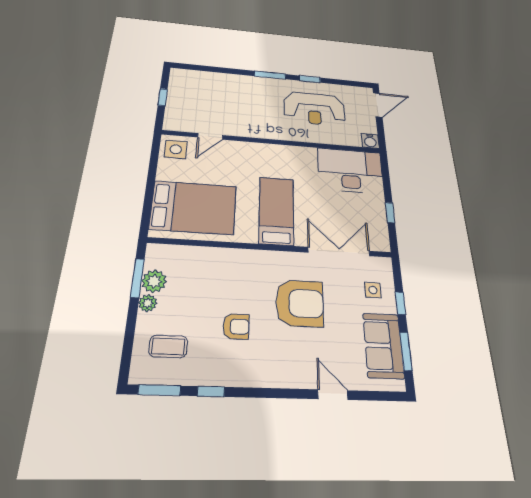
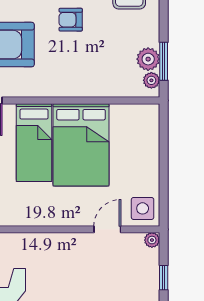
plant: (170, 125) -> (152, 240), added
bed: (194, 207) -> (81, 145), moved, turned -90
plant: (148, 303) -> (151, 80), moved

